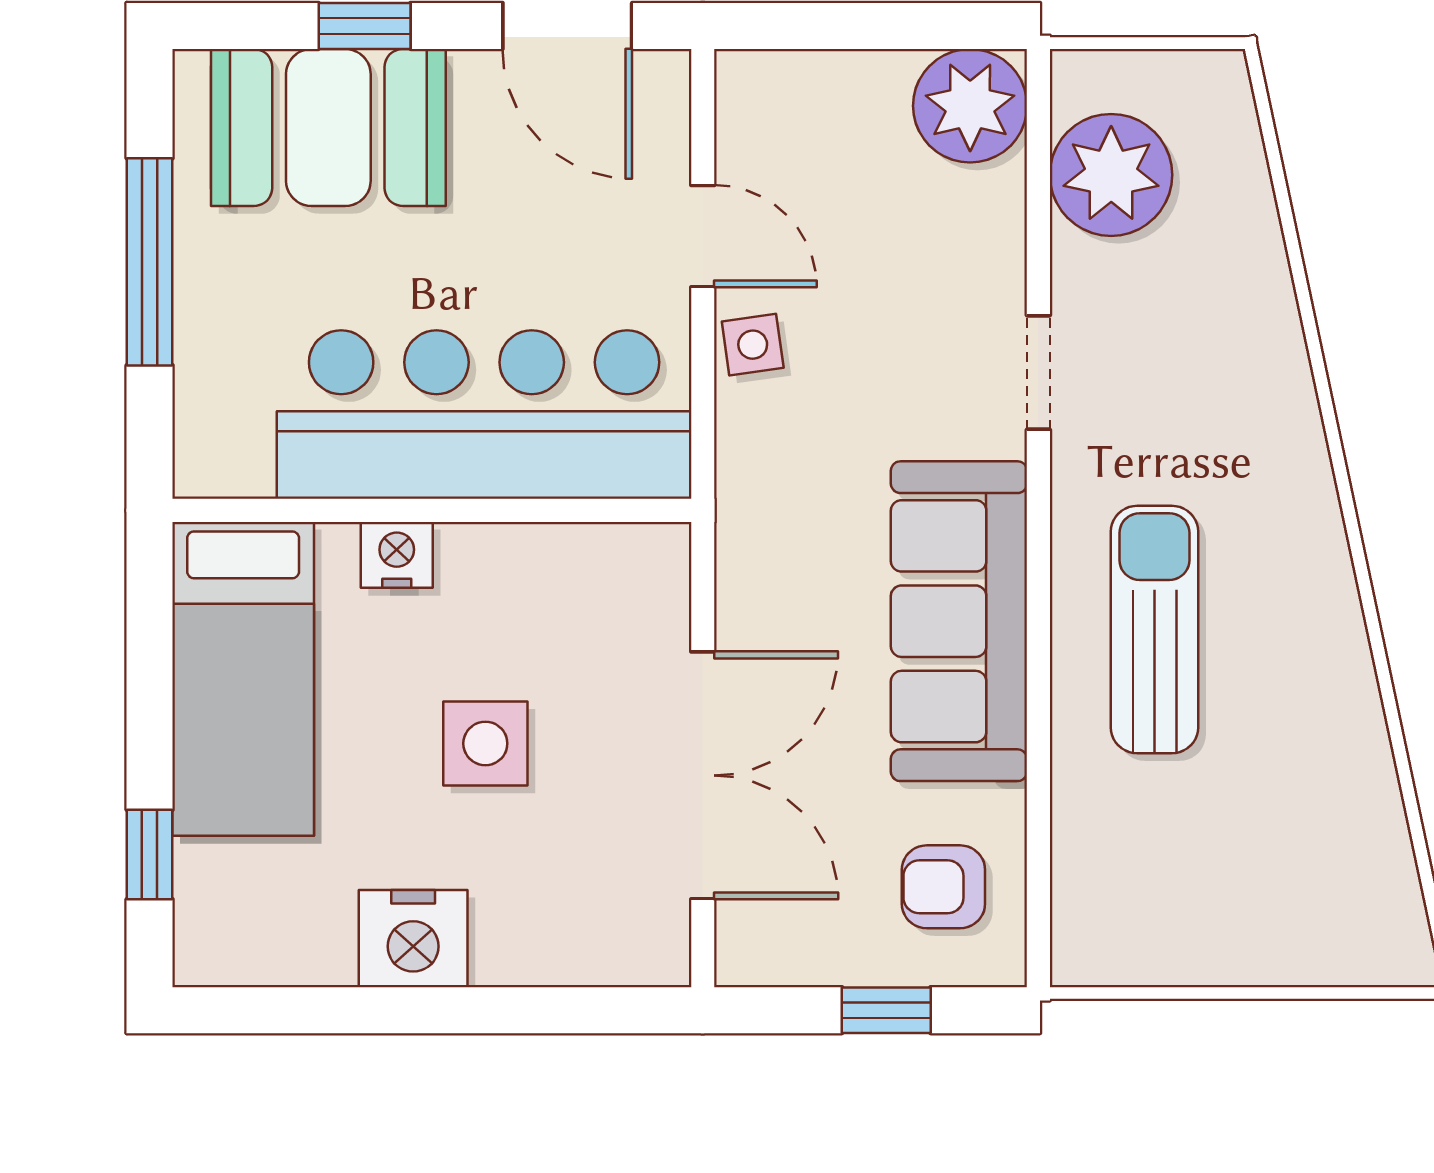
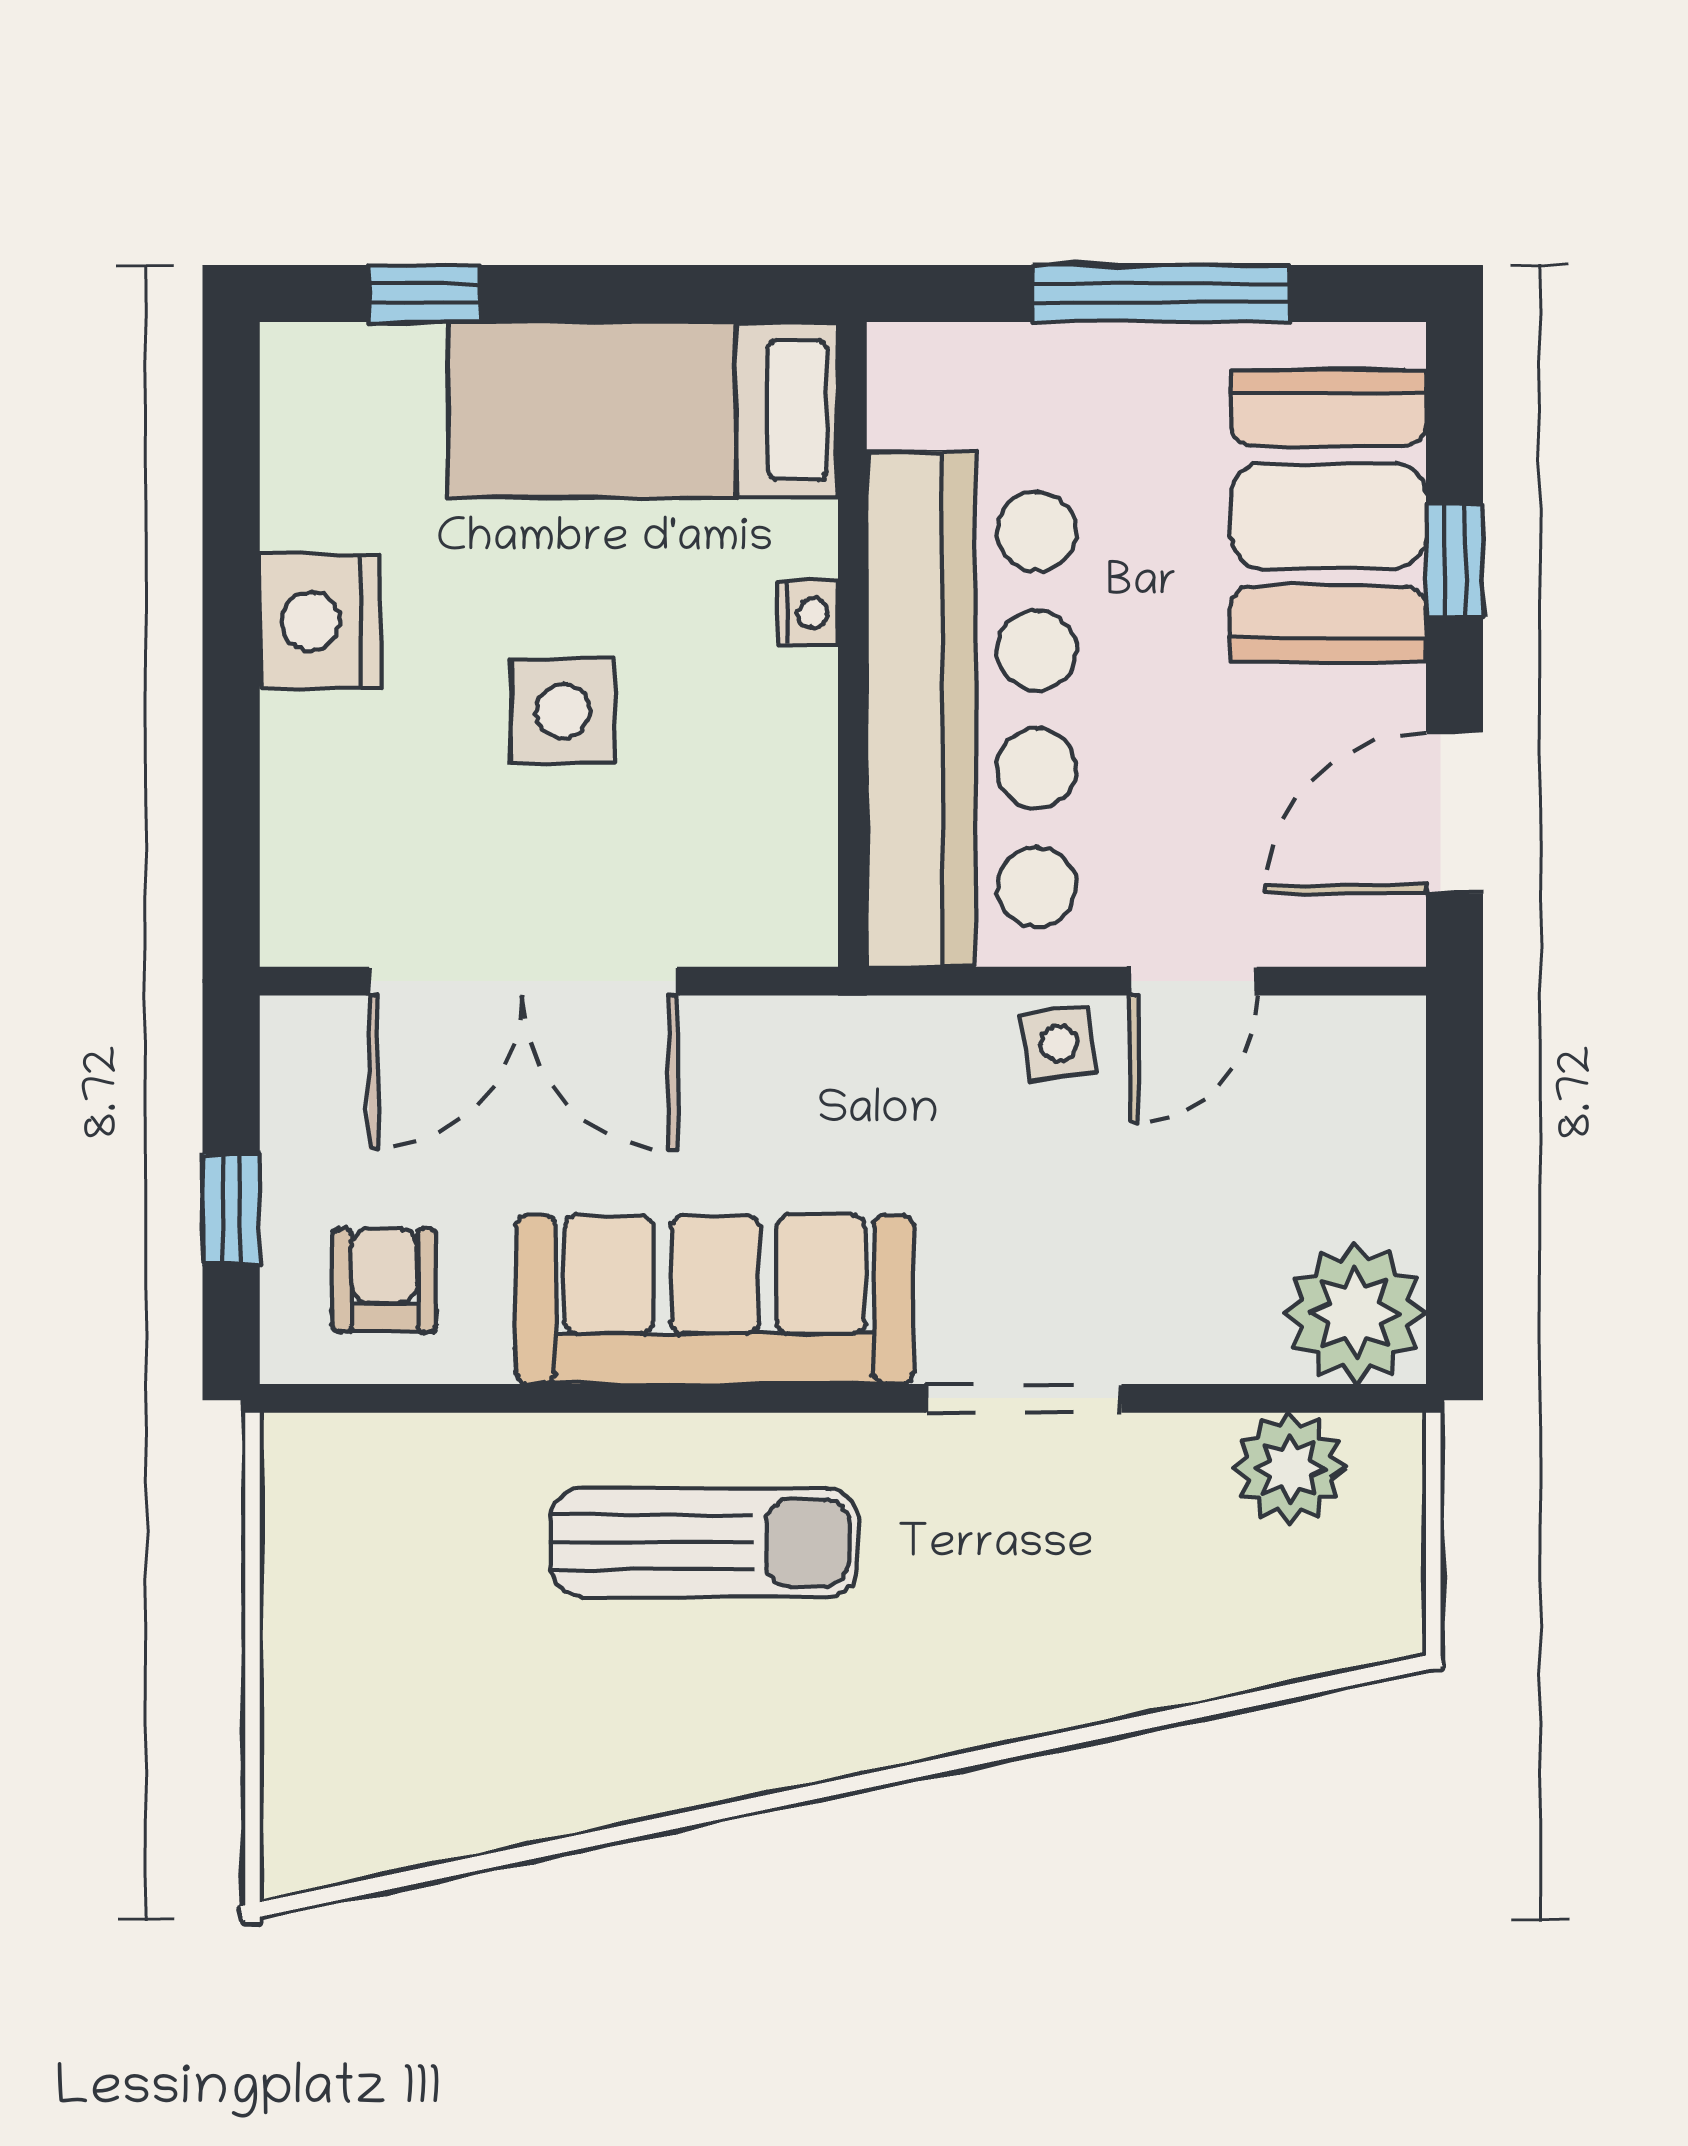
plant: (1111, 175) -> (1290, 1468), width x0.73, depth x0.73
doorway: (1038, 372) -> (1024, 1398), width x1.38
nightstand: (397, 555) -> (808, 613), width x0.72, depth x0.74

